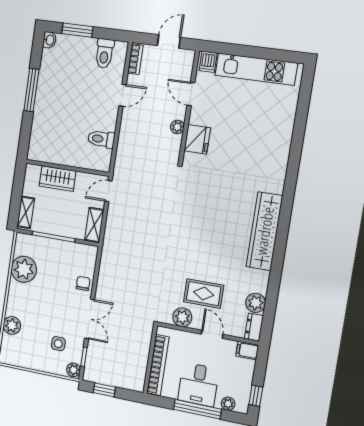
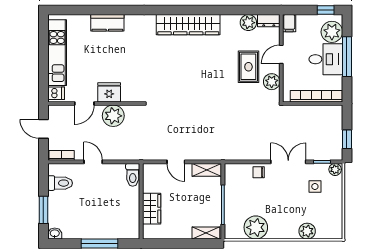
plant: (177, 127) -> (113, 116), width x1.88, depth x1.88
kitchen counter: (282, 135) -> (107, 23), added
fridge: (197, 139) -> (109, 92), moved
wall: (67, 168) -> (141, 201), moved
wardrobe: (57, 179) -> (152, 209), moved
plant: (228, 404) -> (332, 32), width x1.88, depth x1.88

